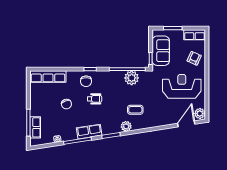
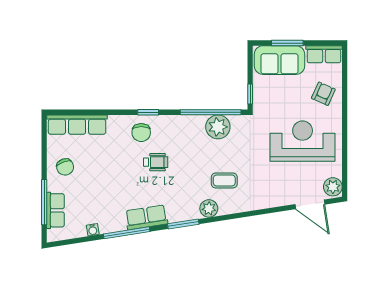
sofa: (161, 51) -> (279, 60), moved, turned 90
chair: (66, 104) -> (65, 167), moved
door: (186, 124) -> (310, 204), swing flipped

